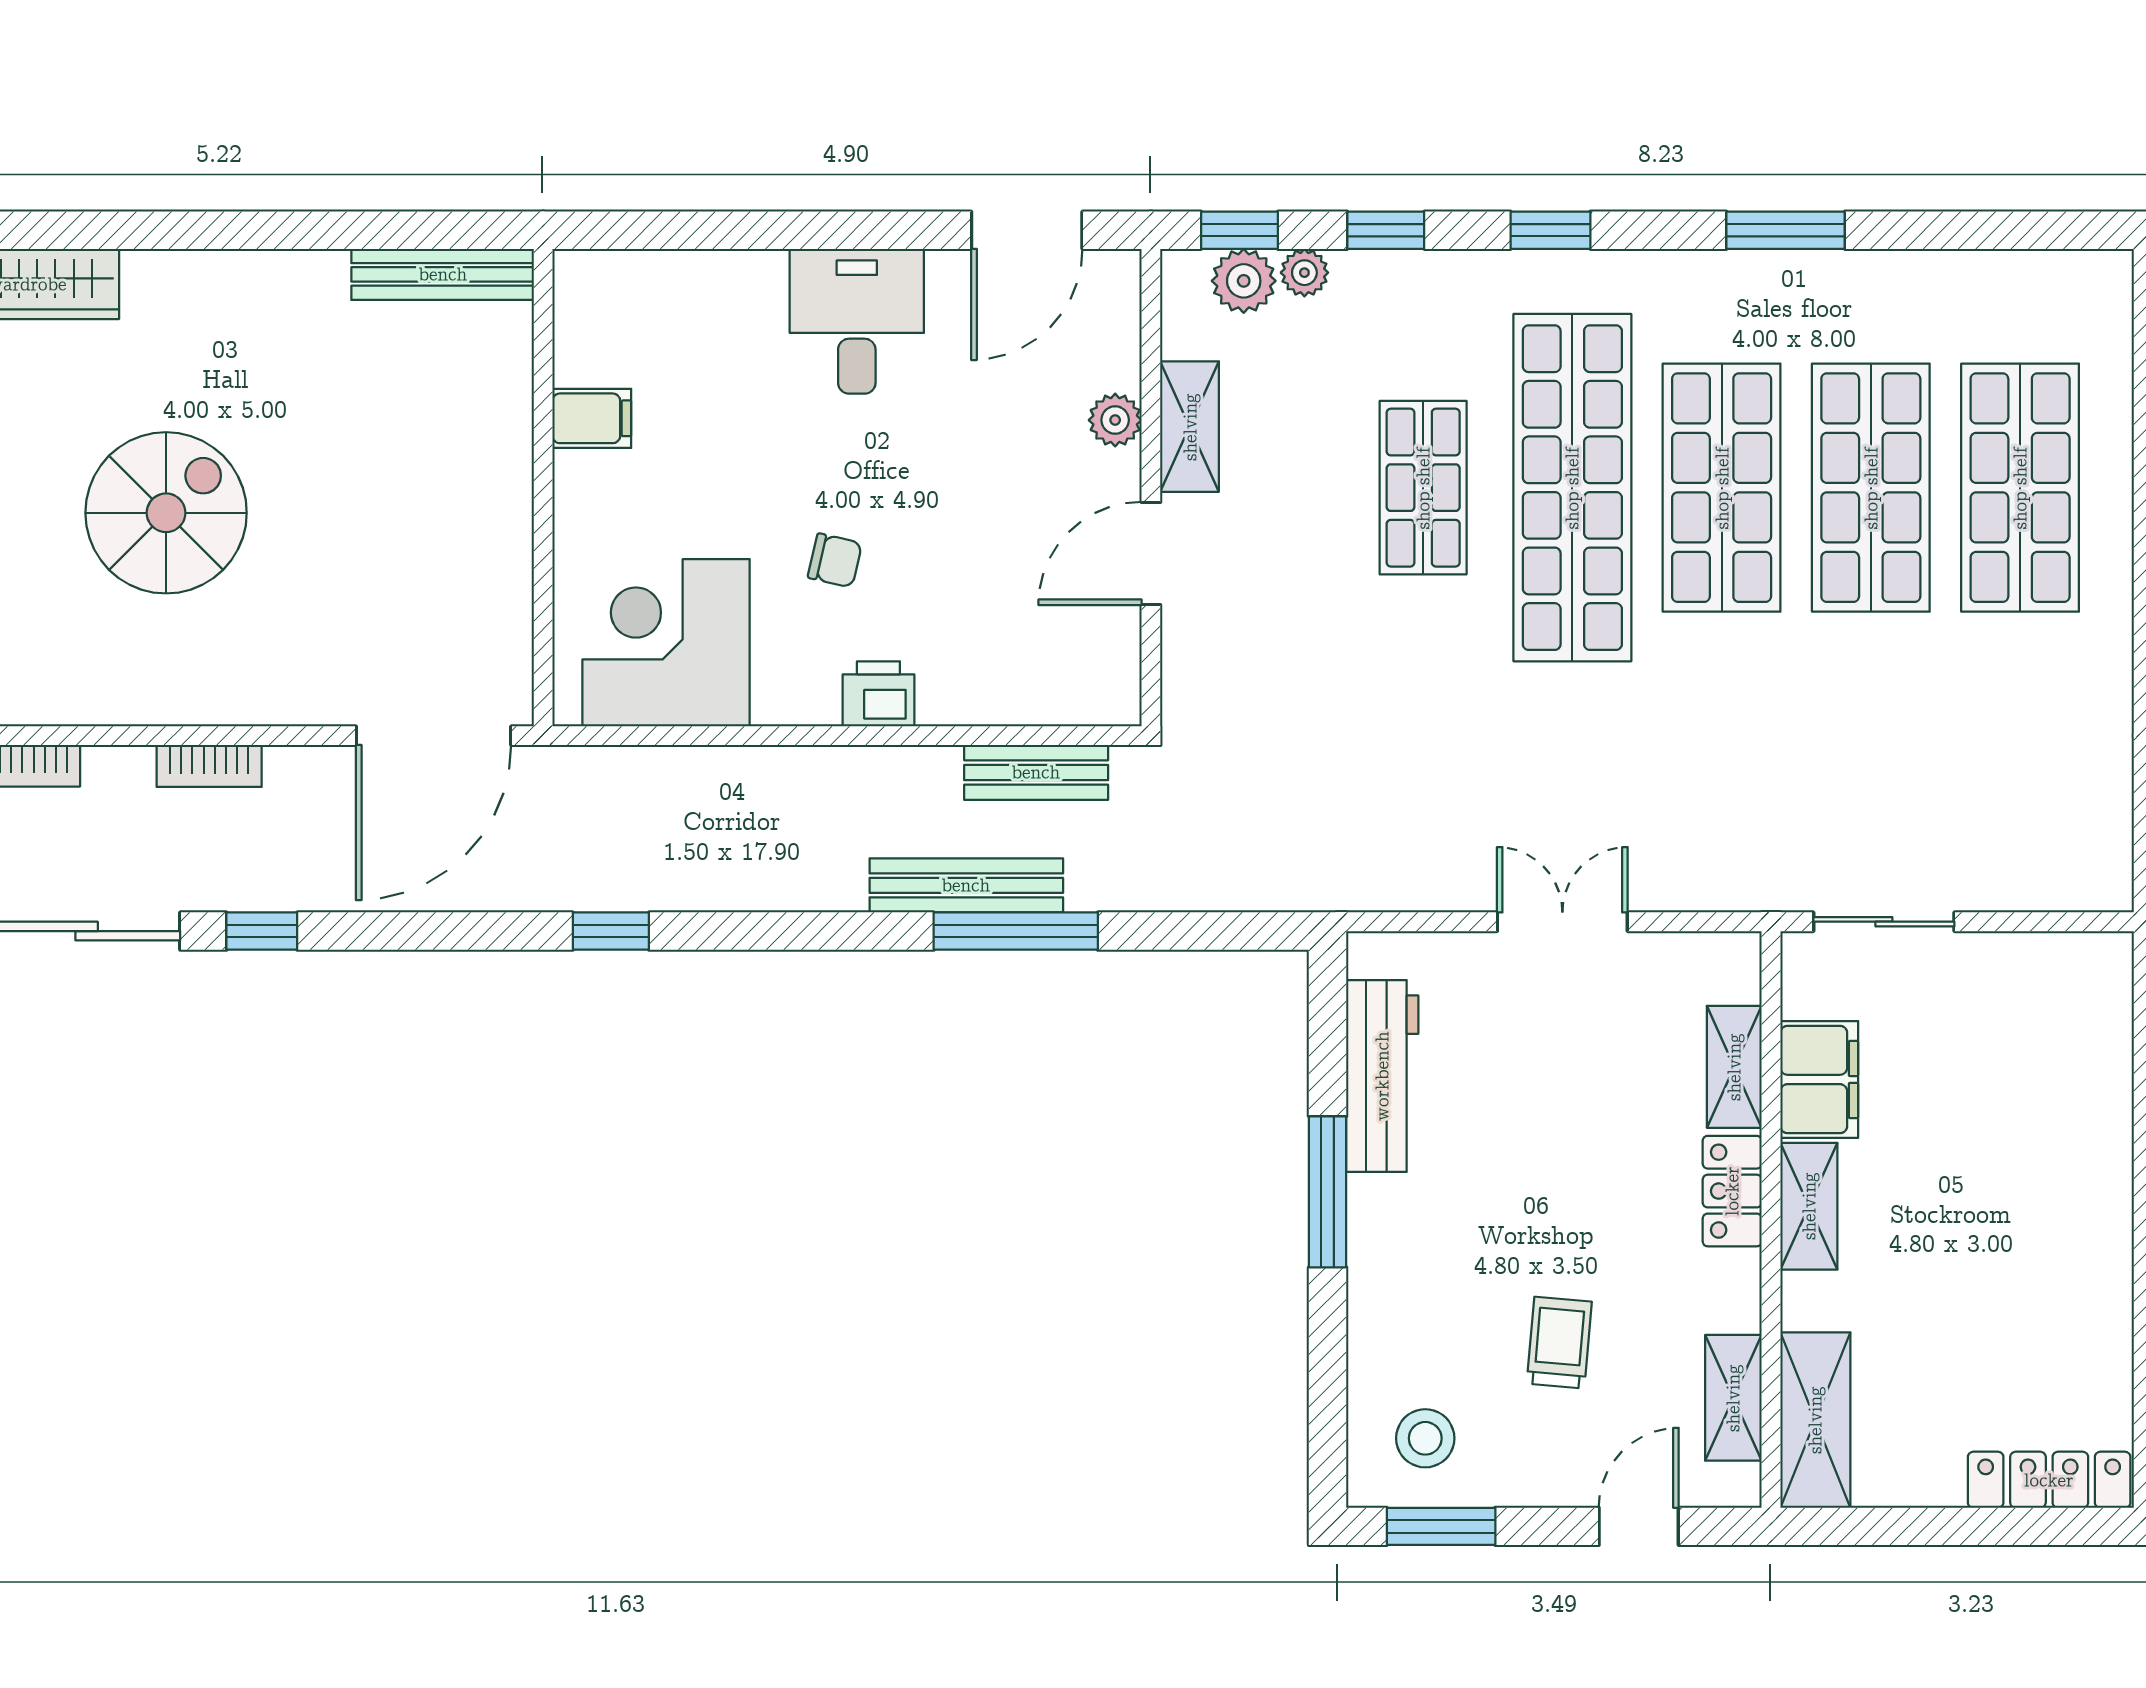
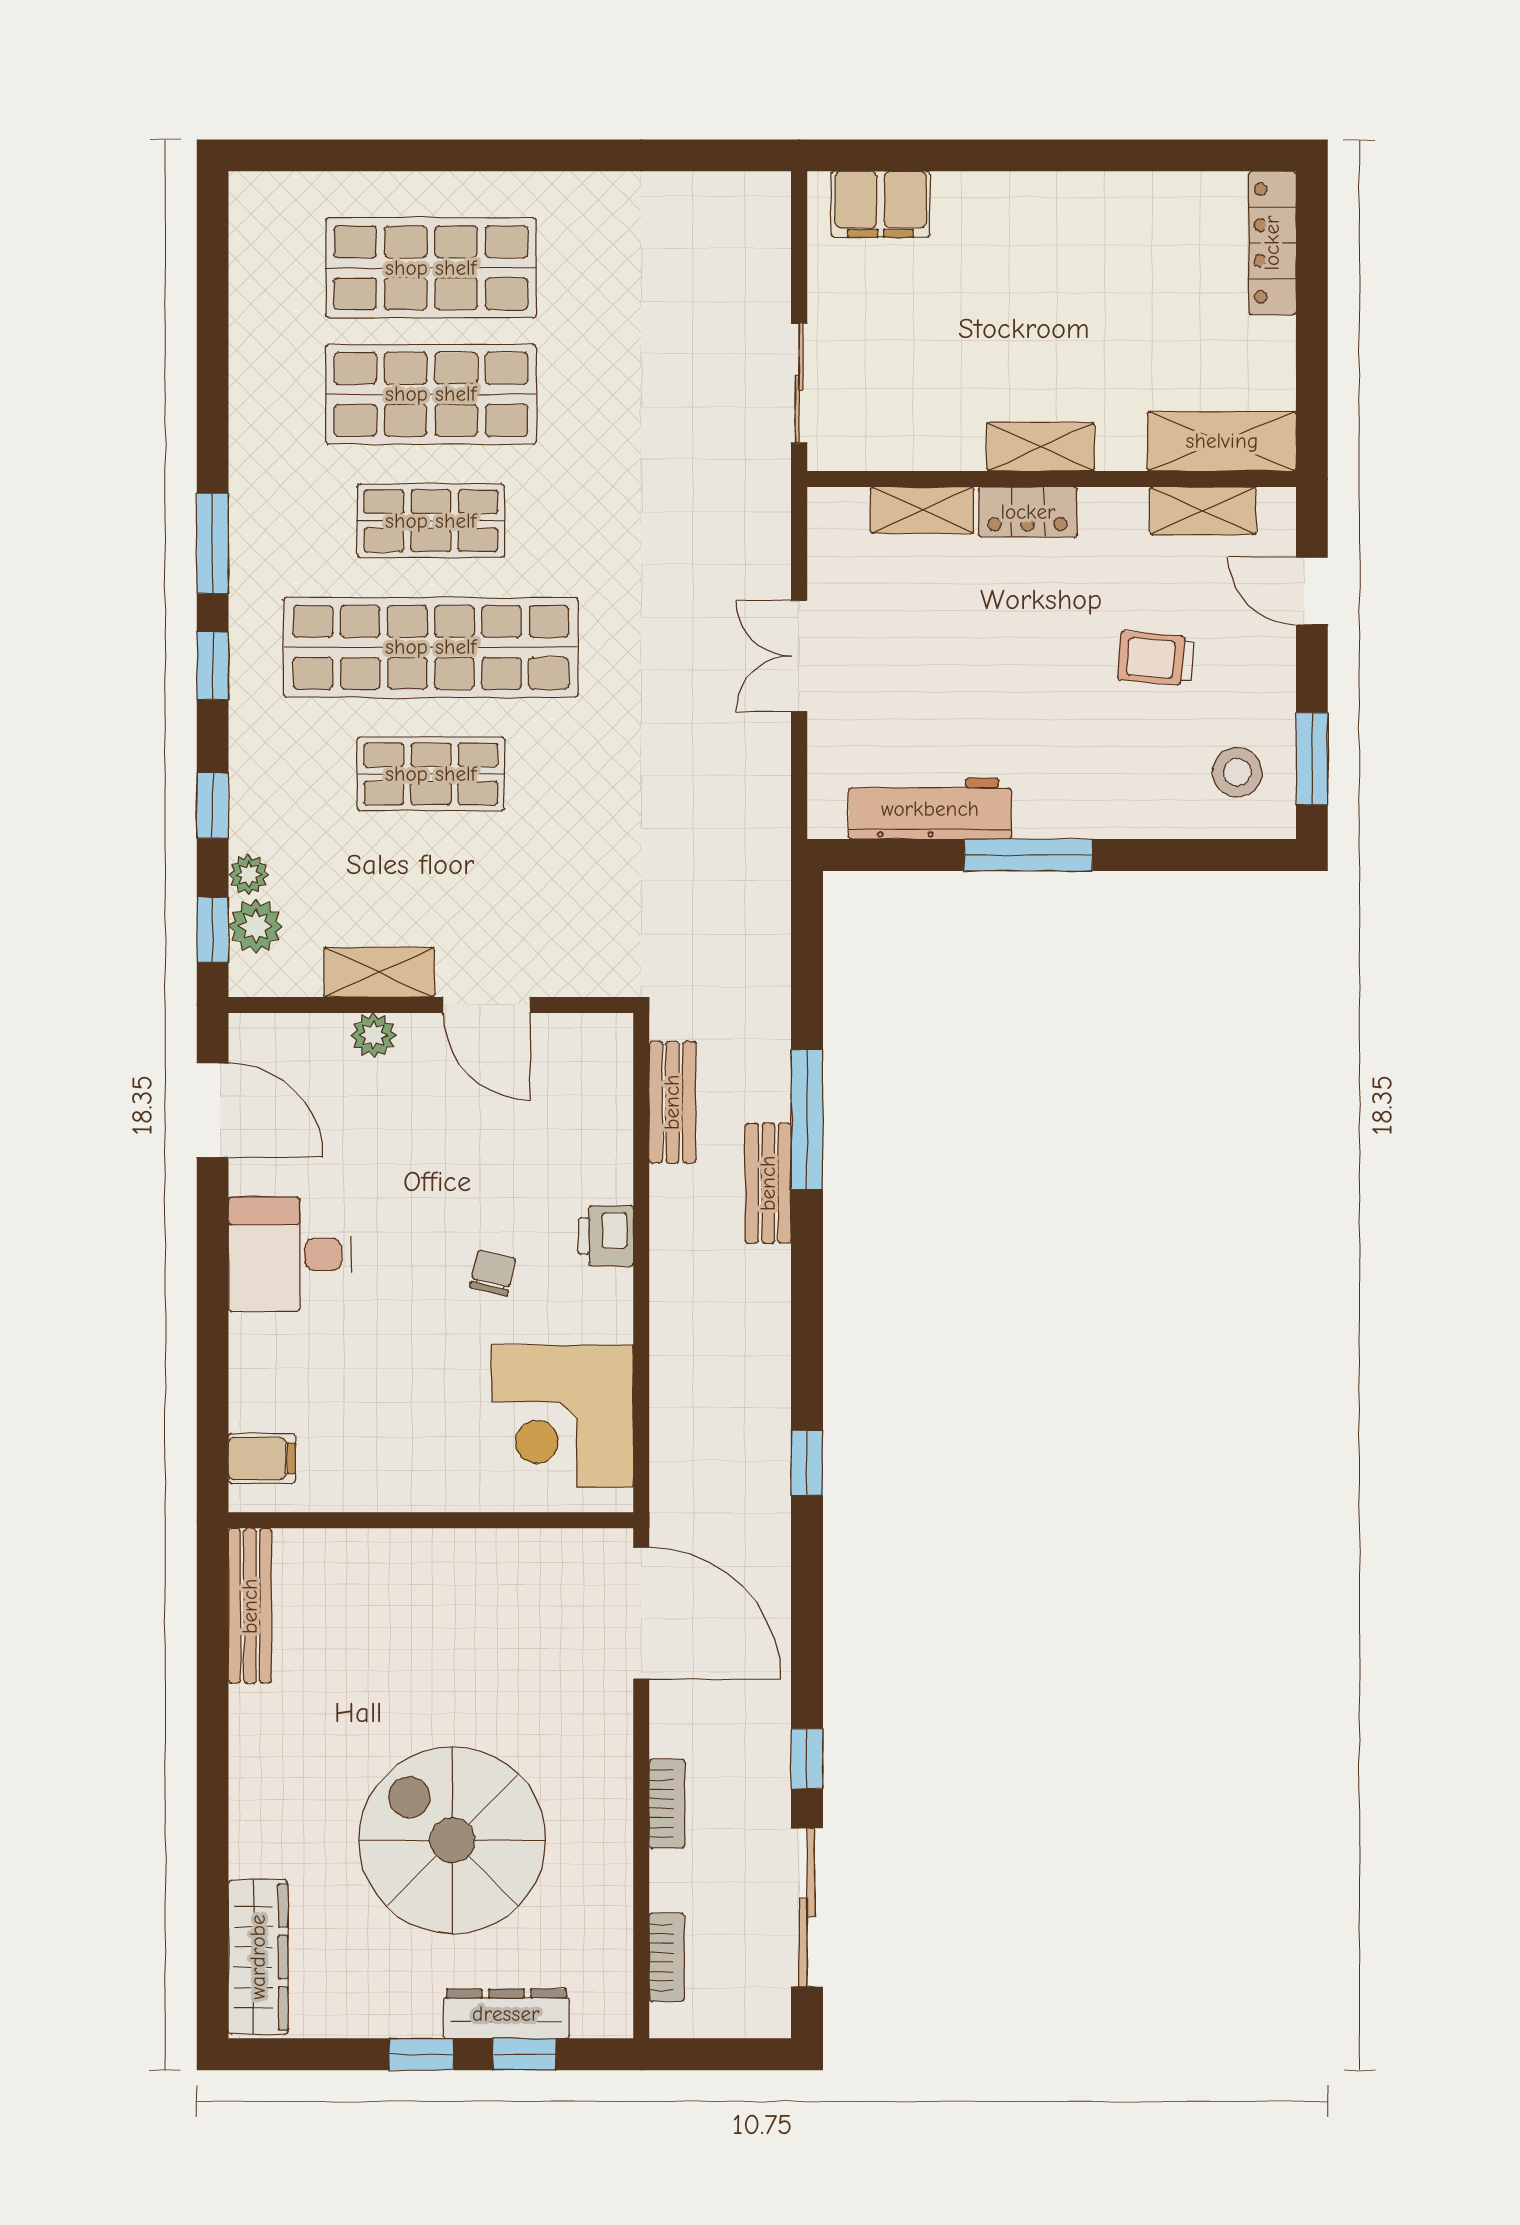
window: (1786, 230) -> (213, 543), moved
filing cabinet: (592, 418) -> (262, 1458), moved, turned 90
shop shelf: (1722, 488) -> (431, 521), width x0.70, depth x0.74
spiral stairs: (166, 513) -> (452, 1840), width x1.37, depth x1.37
bench: (966, 885) -> (768, 1183), width x0.73
filing cabinet: (1819, 1079) -> (881, 204), moved, turned 180

